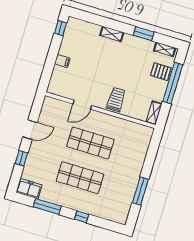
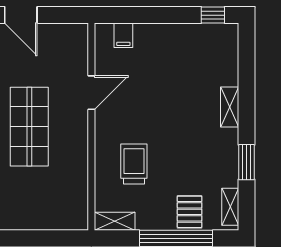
filing cabinet: (62, 61) -> (123, 35), moved
trolley: (116, 100) -> (134, 164), moved, turned -90
door: (82, 105) -> (91, 93), swing flipped

